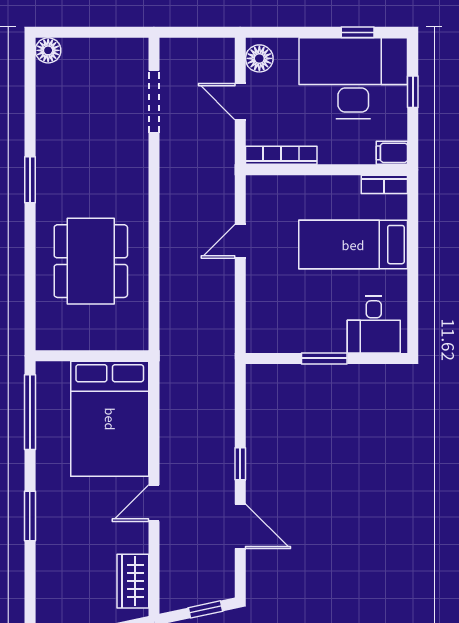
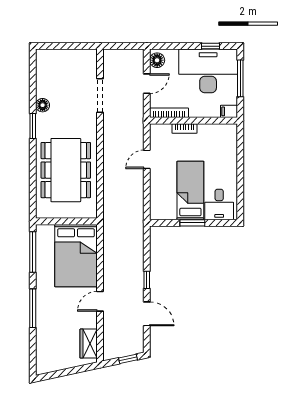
floor lamp: (48, 50) -> (43, 105), moved
window: (413, 92) -> (240, 78), width x2.17
doorway: (154, 101) -> (100, 96), moved
door: (240, 102) -> (147, 84), swing flipped
bookcase: (384, 184) -> (185, 128), moved
bed: (353, 245) -> (190, 191), moved, turned 90
dining table: (91, 261) -> (66, 170), width x1.36, depth x1.24
window: (30, 516) -> (33, 308), width x1.44

